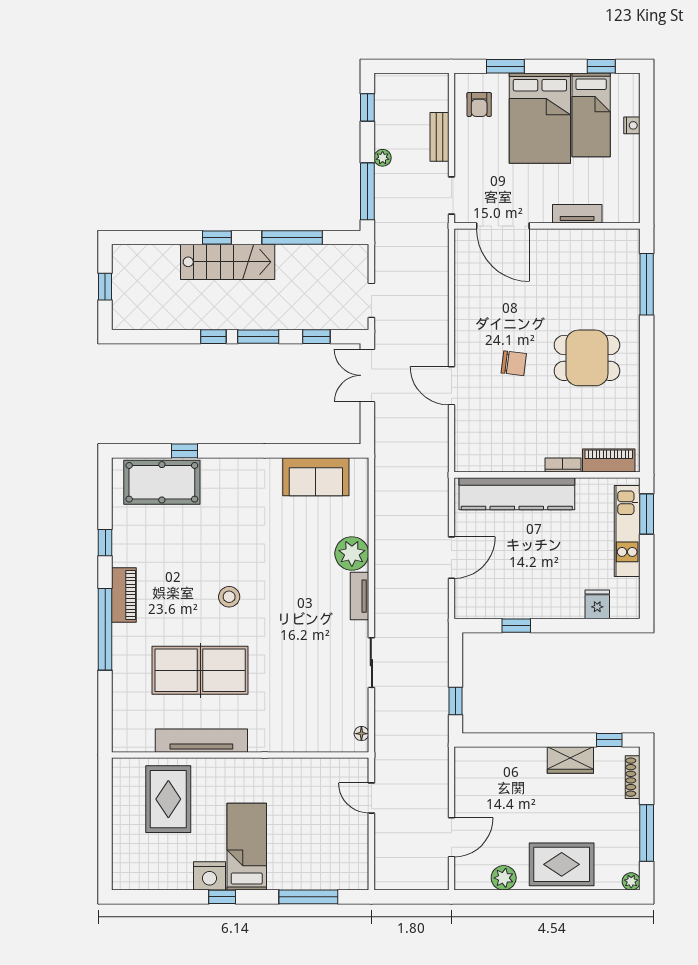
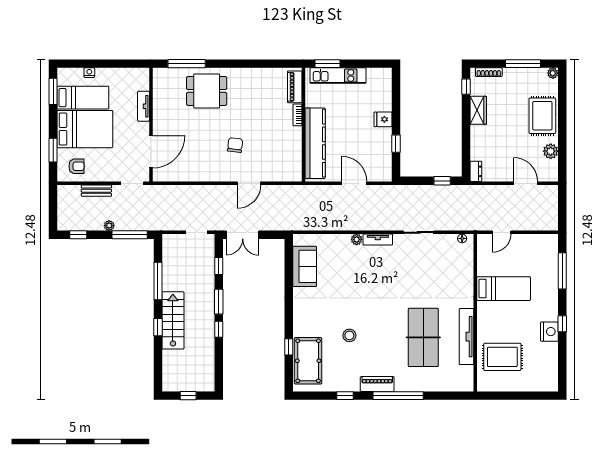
window: (601, 66) -> (53, 91), width x1.50
dining table: (587, 358) -> (207, 91), moved, turned 90
plant: (352, 553) -> (357, 239), width x0.53, depth x0.53
stool: (229, 597) -> (349, 335), moved
fridge: (597, 604) -> (383, 119), moved
dresser: (471, 756) -> (476, 171), added
bed: (247, 847) -> (504, 289), moved, turned 180

